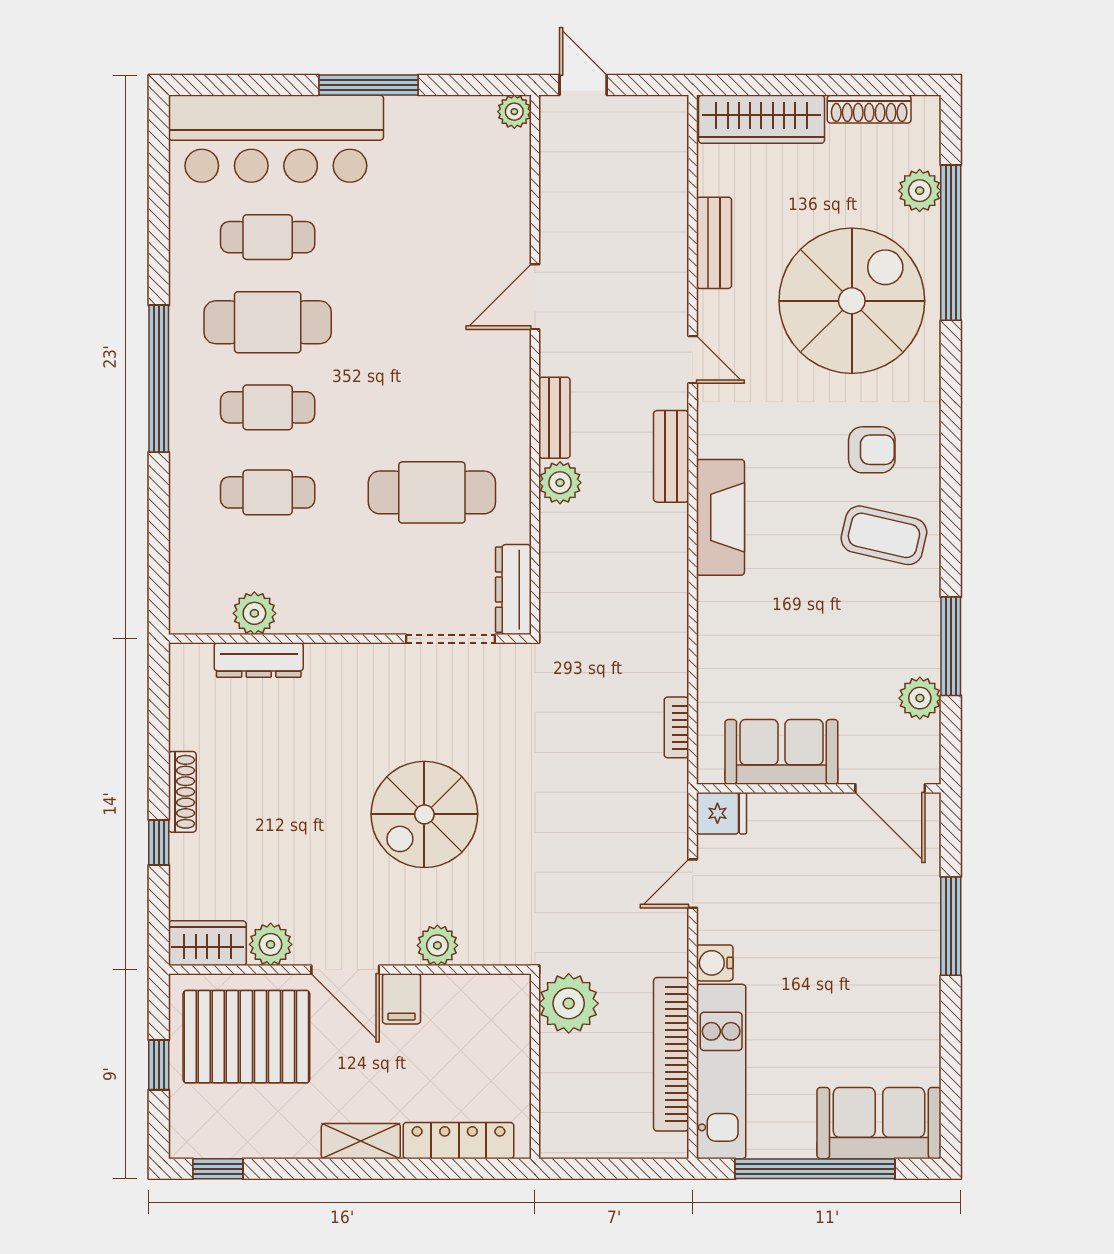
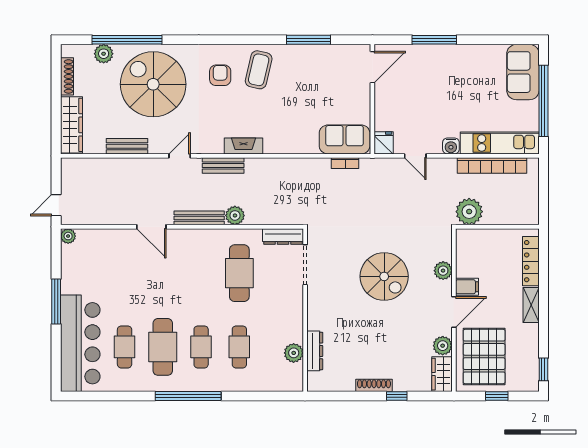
bench: (554, 418) -> (199, 218), width x1.36
fireplace: (720, 517) -> (244, 146), width x0.73, depth x0.76
plant: (920, 698) -> (332, 54), removed
sofa: (781, 752) -> (345, 139), moved, turned 90

